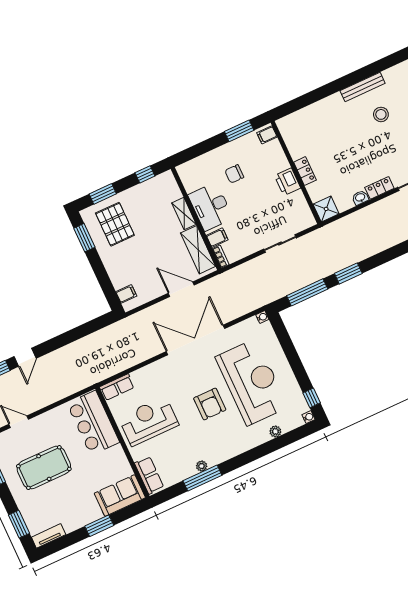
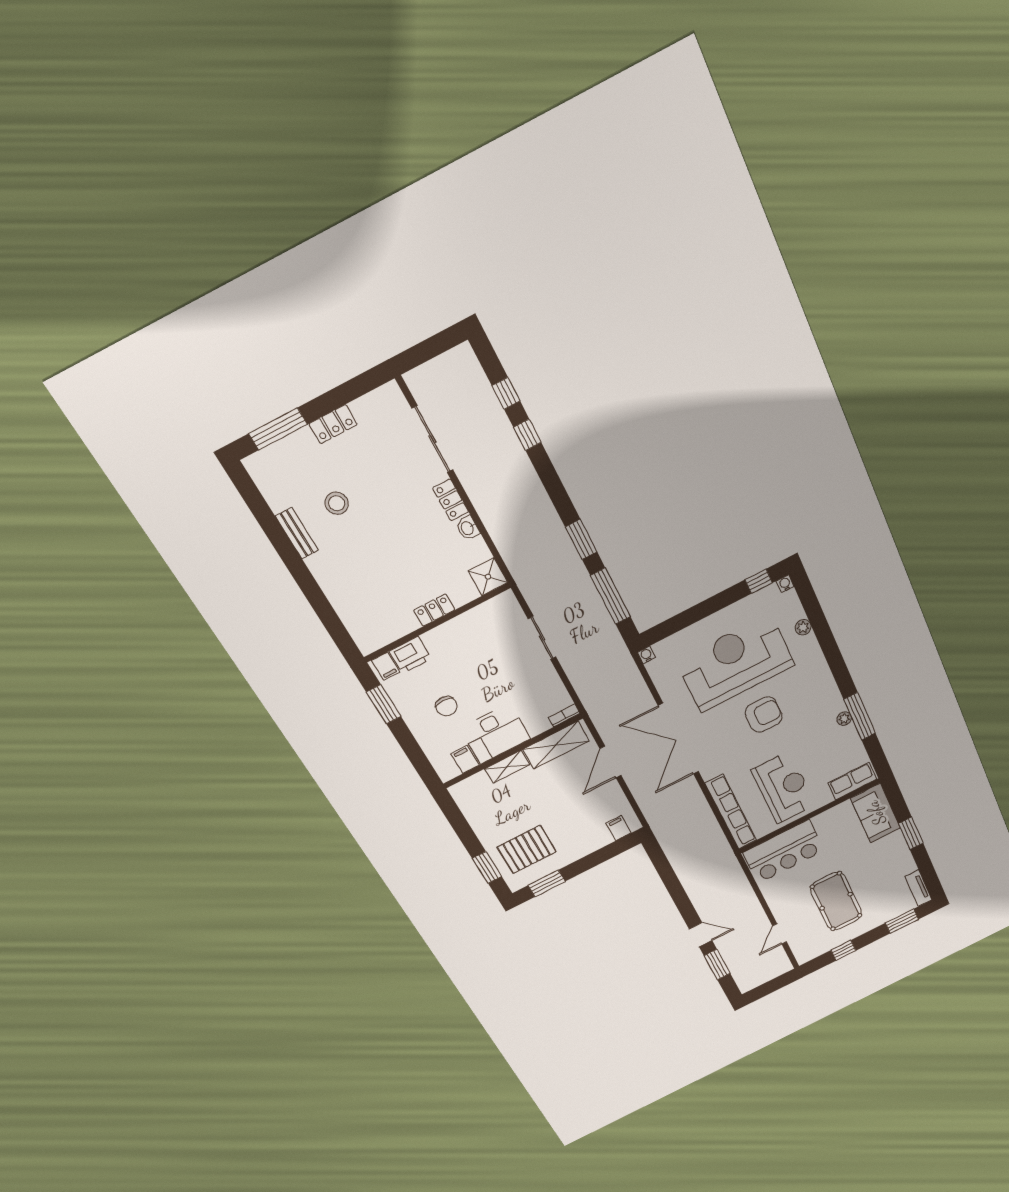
bench: (363, 87) -> (297, 533), width x0.73
window: (145, 174) -> (457, 819), removed
printer: (288, 182) -> (410, 655), moved
filing cabinet: (217, 238) -> (465, 759), moved
row of seats: (117, 387) -> (731, 812), width x2.02
reception desk: (148, 421) -> (784, 788), turned 180

